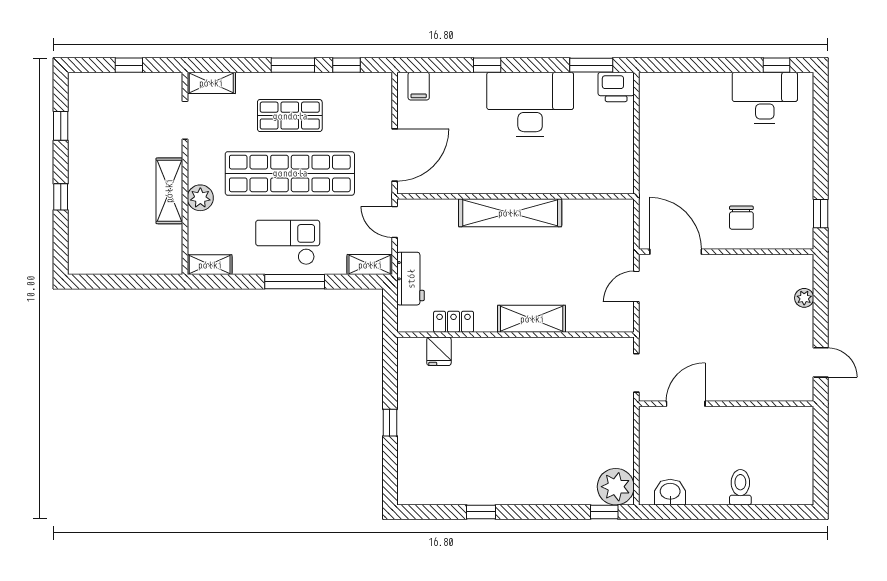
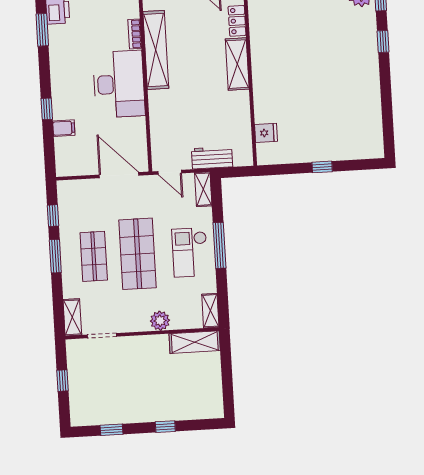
filing cabinet: (419, 86) -> (64, 128), moved
desk: (530, 105) -> (119, 84), moved, turned 180
shop shelf: (290, 173) -> (138, 254), width x0.71
bookcase: (579, 186) -> (135, 34), added
shelving: (169, 191) -> (195, 342), moved
shelving: (510, 213) -> (156, 50), moved
door: (395, 222) -> (170, 172), hinge flipped
locker: (454, 322) -> (237, 21), moved
window: (481, 512) -> (383, 42), moved

